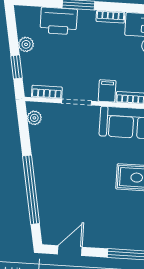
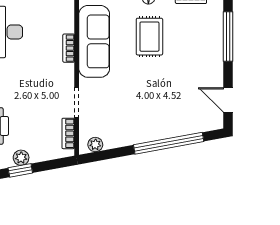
window: (16, 67) -> (20, 170), moved
filing cabinet: (107, 91) -> (63, 72), removed

